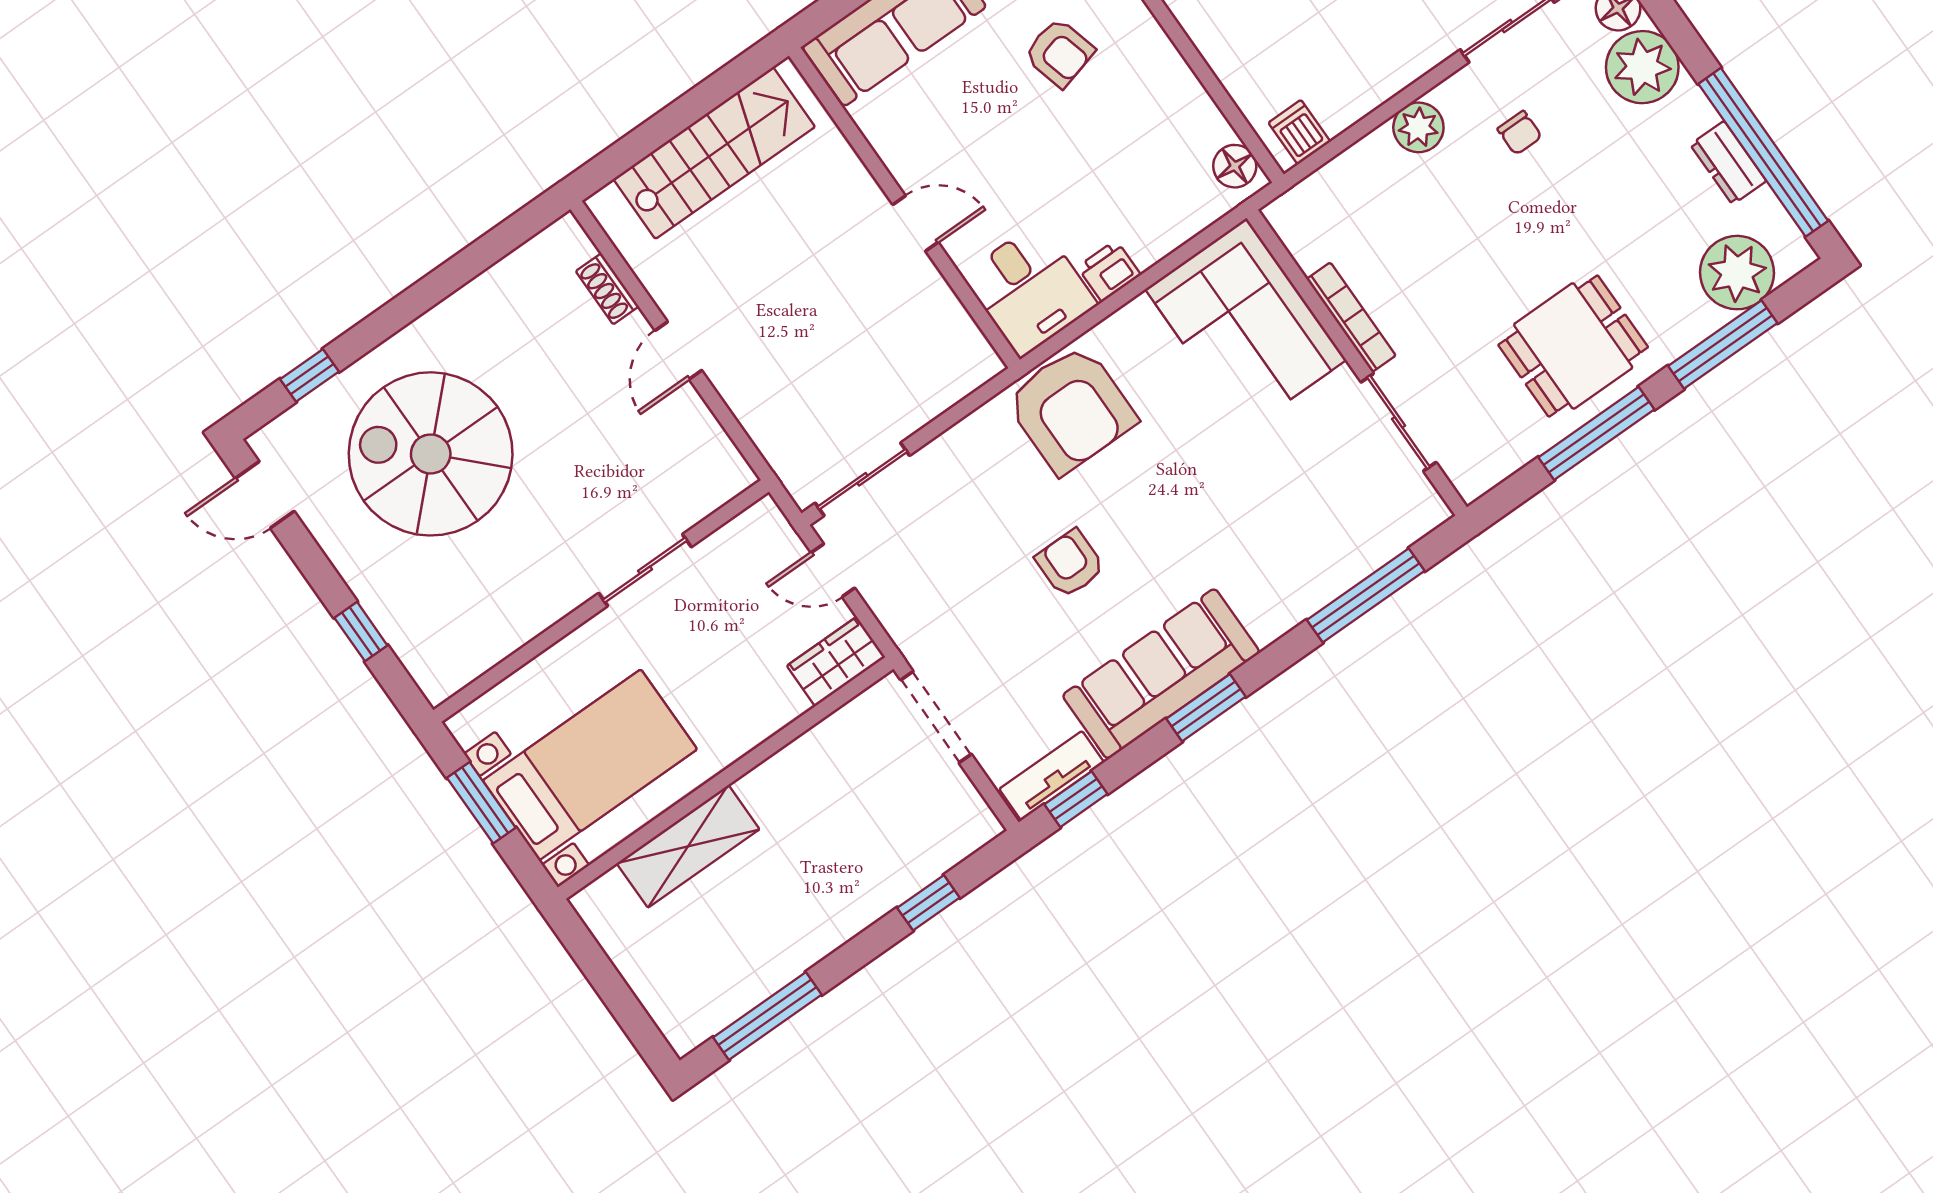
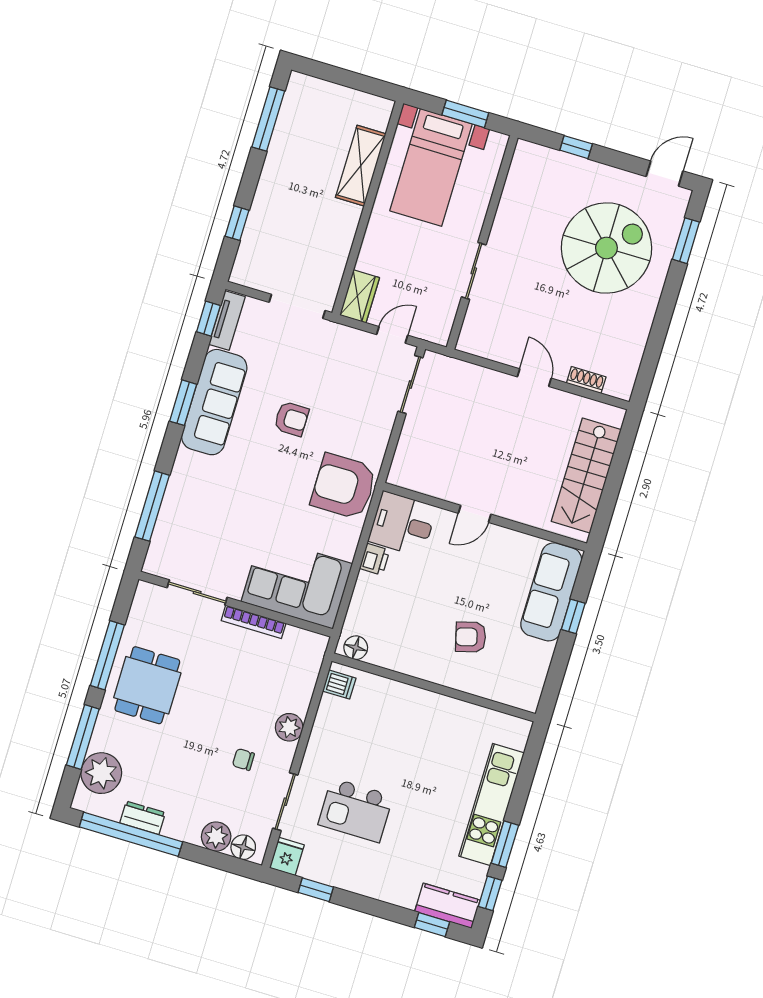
plant: (1642, 67) -> (216, 837), width x0.73, depth x0.73
window: (309, 375) -> (686, 241), width x1.50

